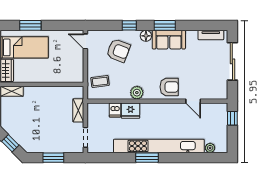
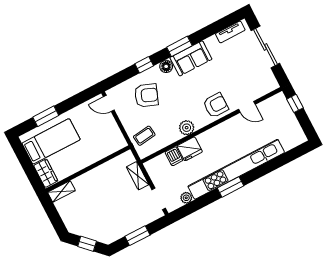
plant: (210, 148) -> (186, 198), moved

